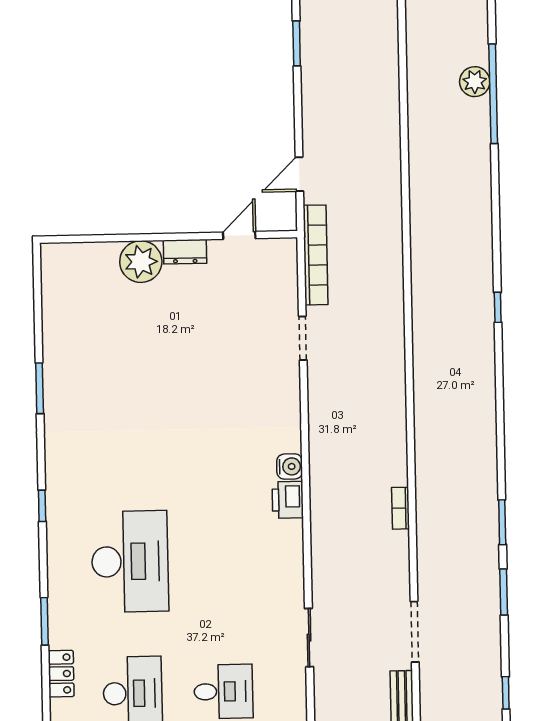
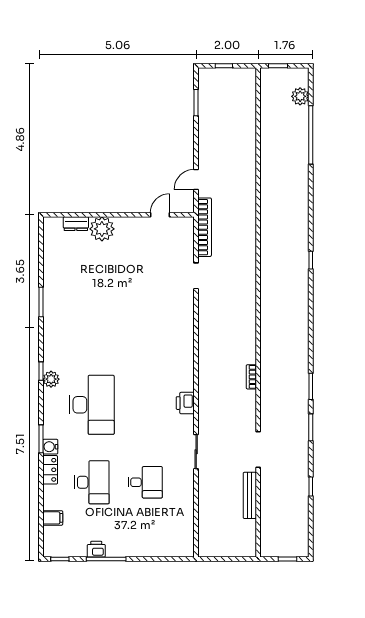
plant: (475, 82) -> (300, 96), moved
dresser: (185, 252) -> (76, 224), moved
water cooler: (290, 466) -> (50, 447), moved, turned 180
printer: (288, 500) -> (185, 403), moved
plant: (60, 519) -> (51, 379), added

